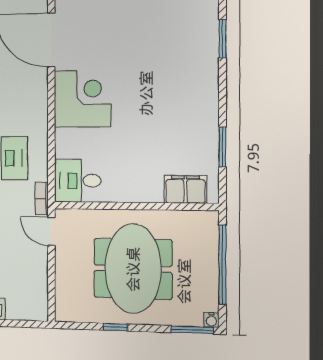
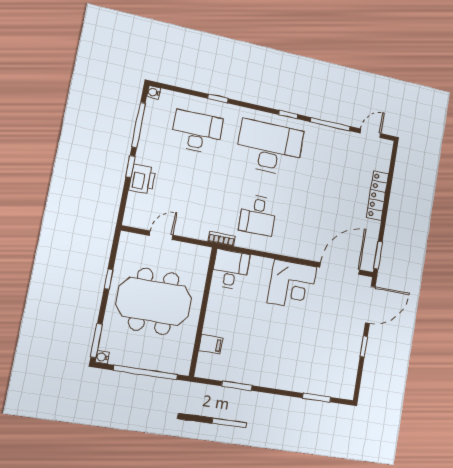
filing cabinet: (185, 189) -> (211, 344), width x0.50
door: (51, 231) -> (161, 235), moved

